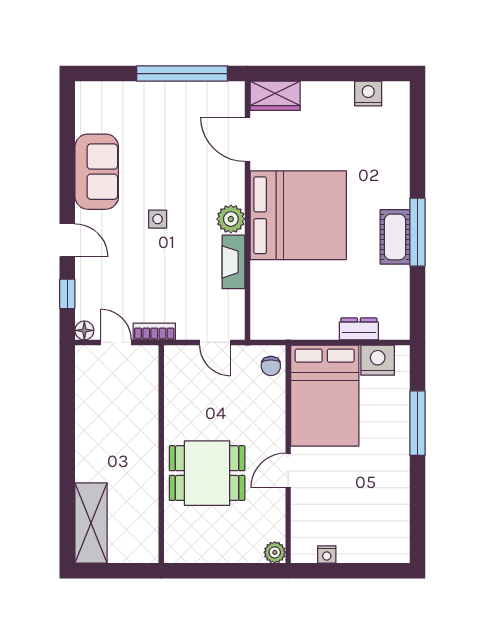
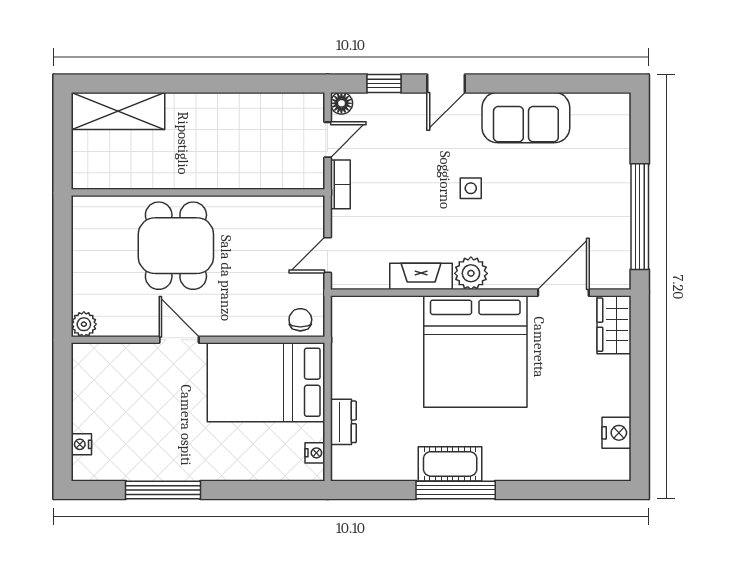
nightstand: (378, 360) -> (315, 453), width x0.53, depth x0.56
chair: (271, 366) -> (300, 320), turned 90
window: (417, 423) -> (163, 490), moved
nightstand: (327, 555) -> (81, 444), moved

